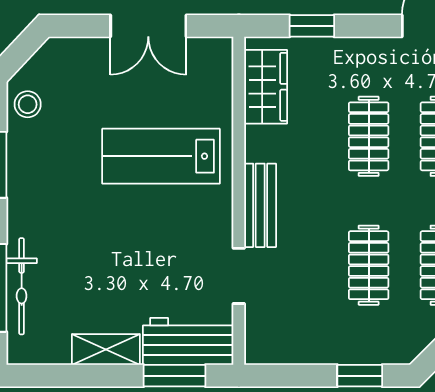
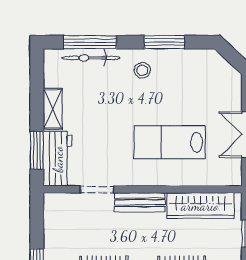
wardrobe: (266, 87) -> (200, 206), width x1.50
stool: (28, 104) -> (142, 70), moved
lab bench: (161, 156) -> (170, 142), turned -90

